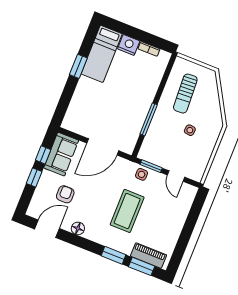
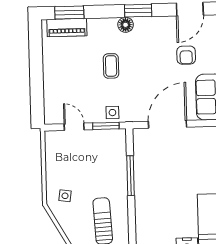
side table: (190, 130) -> (65, 196), moved
coffee table: (127, 211) -> (111, 66), width x0.54, depth x0.58
floor lamp: (78, 228) -> (126, 25), moved
window: (114, 255) -> (138, 11), moved

